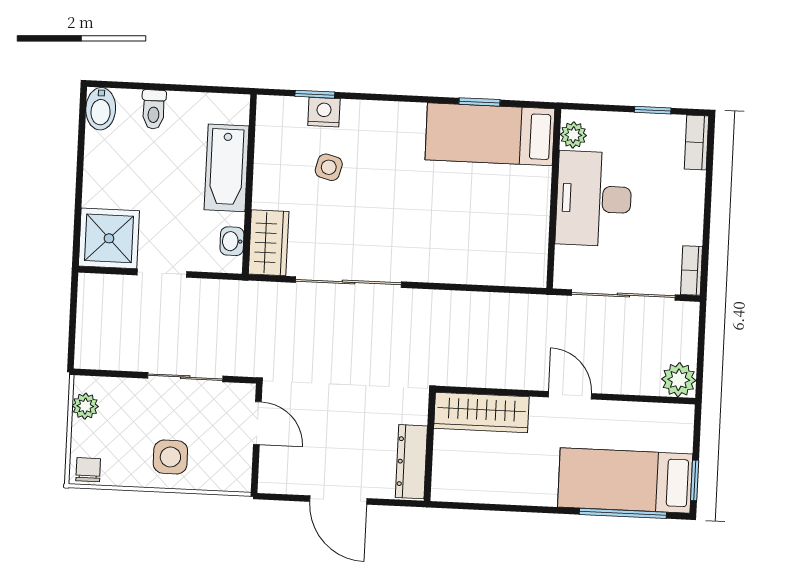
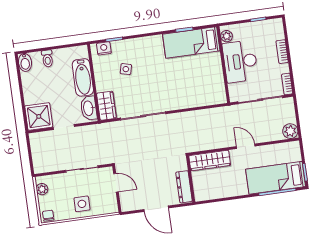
nightstand: (324, 112) -> (104, 48), moved
bookcase: (697, 143) -> (282, 52), moved
washbasin: (232, 241) -> (89, 108), width x1.91, depth x1.45

